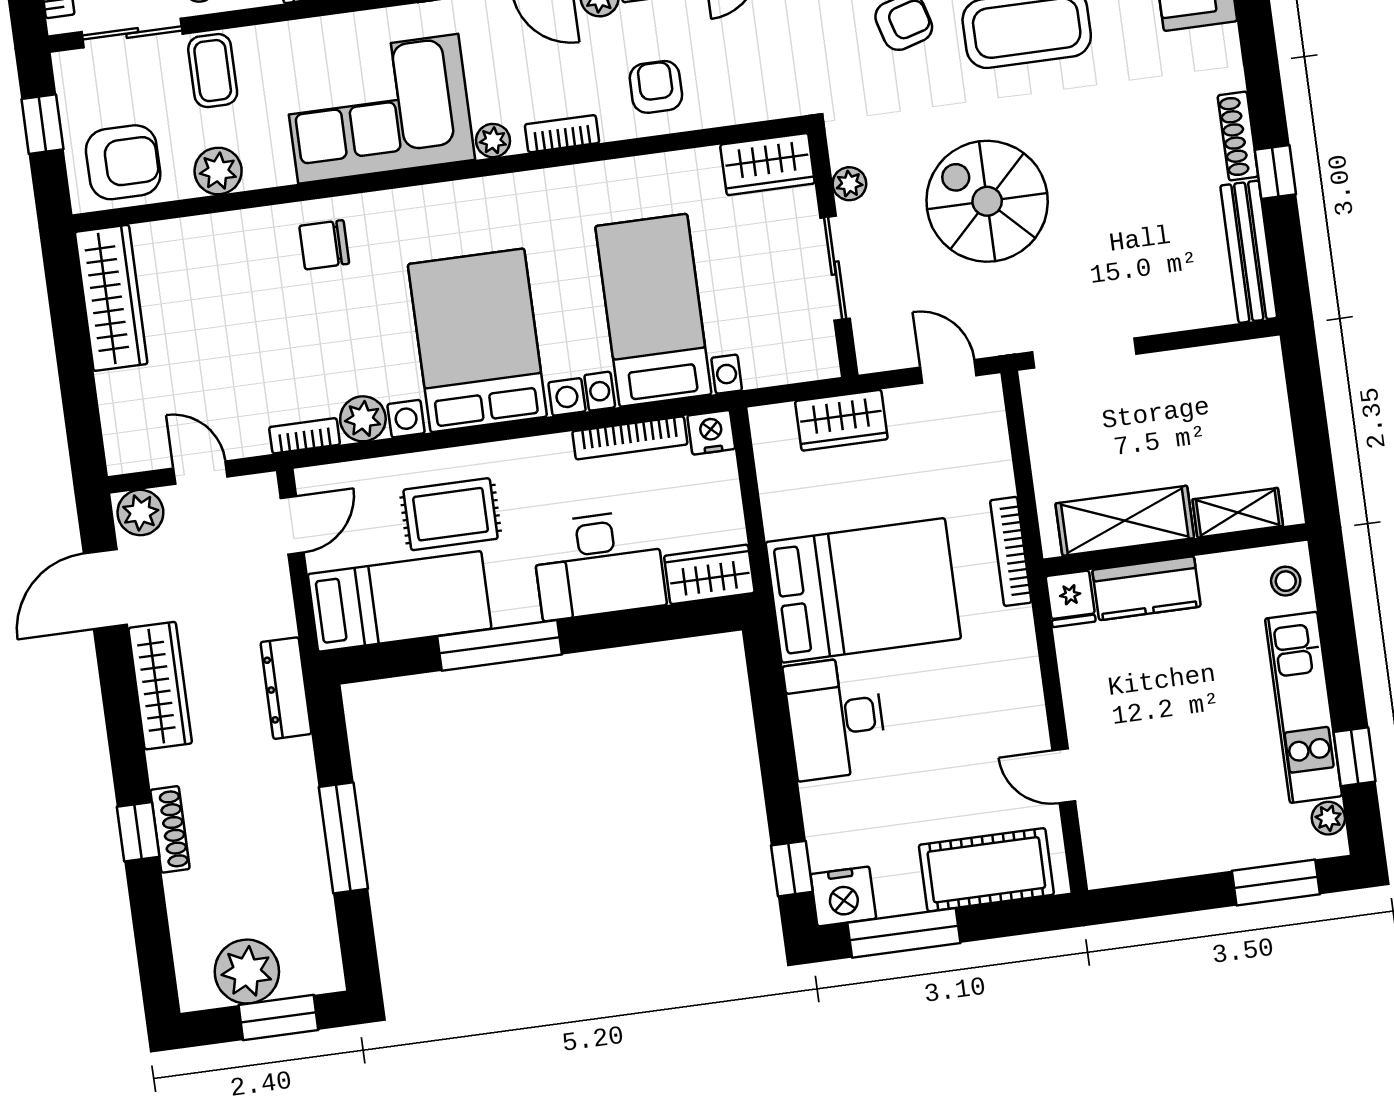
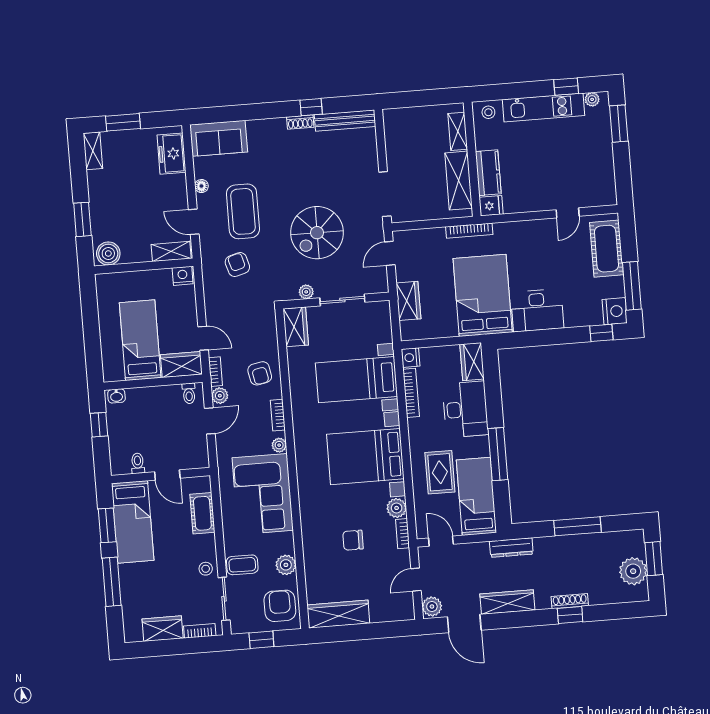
armchair: (656, 87) -> (260, 373), turned -101
shoe rack: (1238, 136) -> (300, 122), width x0.70
chair: (324, 245) -> (353, 540), moved, turned 90

